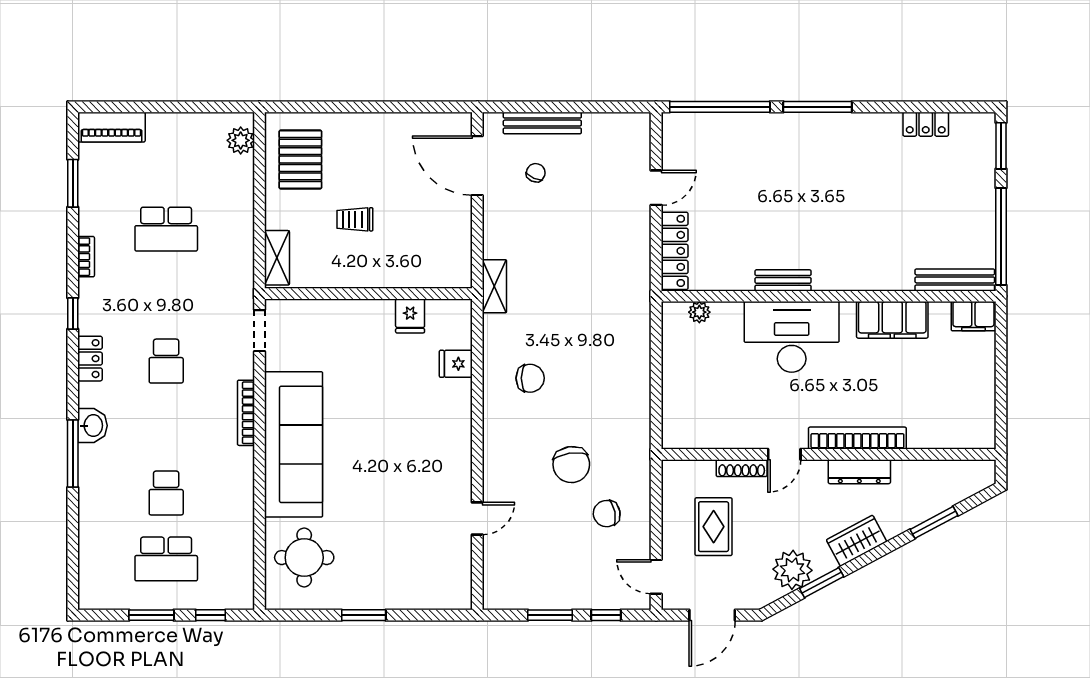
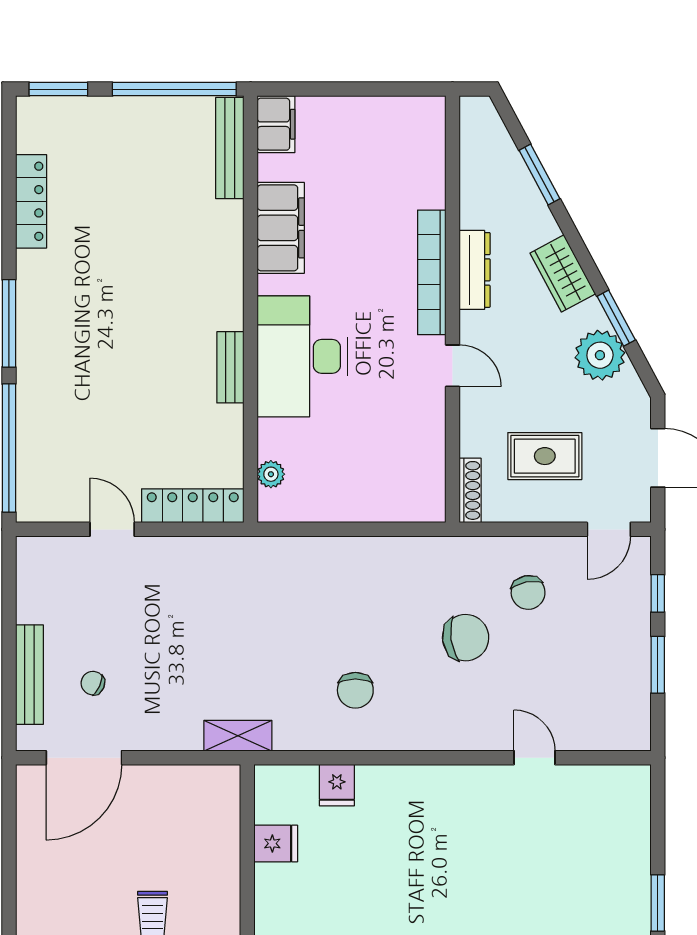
locker: (926, 124) -> (31, 201), width x1.53
chair: (530, 378) -> (355, 690), turned 180
shoe rack: (742, 468) -> (470, 490), moved

